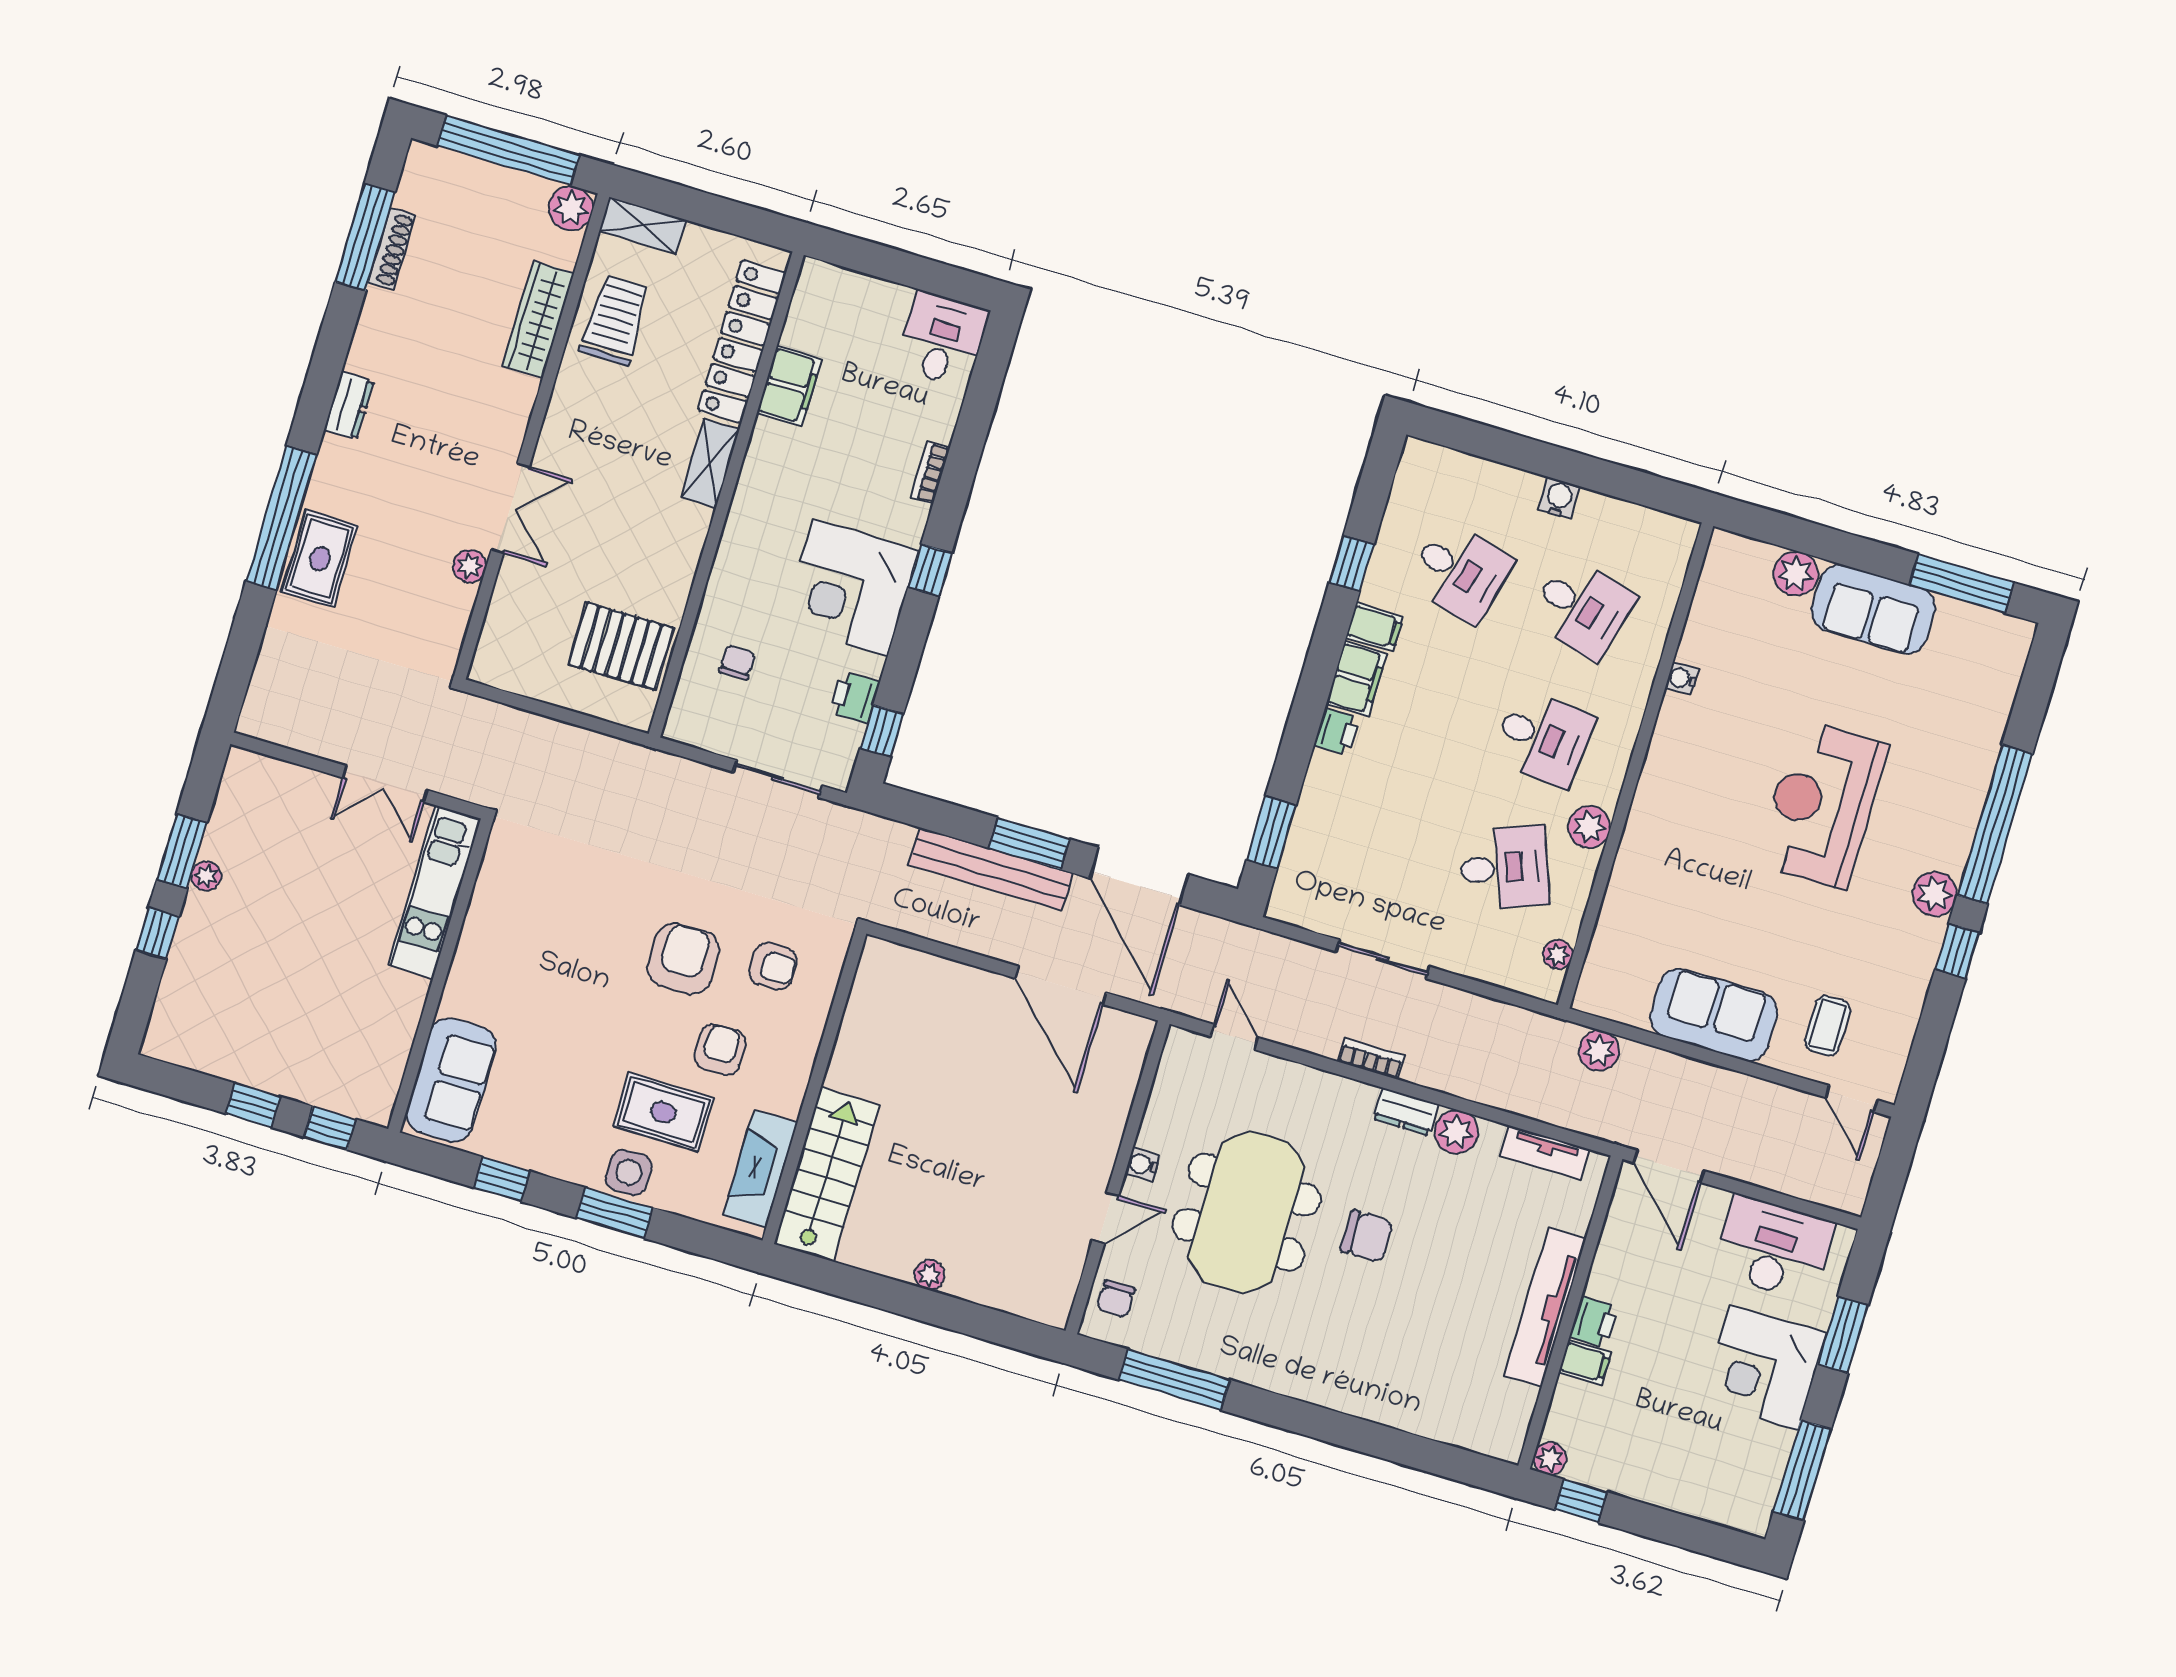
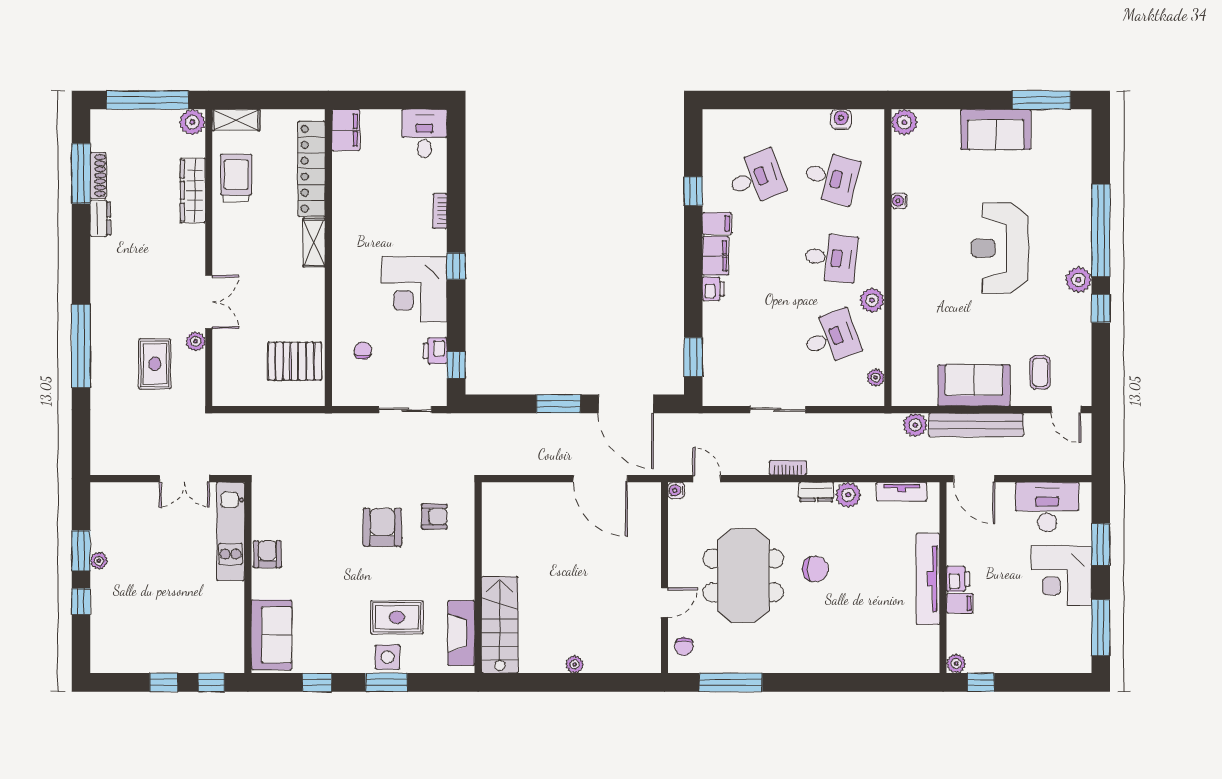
filing cabinet: (789, 386) -> (346, 130), moved
dresser: (349, 405) -> (100, 218), moved
water cooler: (1559, 498) -> (841, 119), moved
rug: (320, 558) -> (155, 364), moved
desk: (1460, 572) -> (756, 178), turned -36
plant: (1796, 574) -> (904, 122), moved
bench: (991, 869) -> (976, 425), moved
armchair: (720, 1050) -> (267, 554), moved
water cooler: (1142, 1164) -> (676, 490), moved

